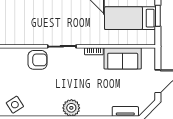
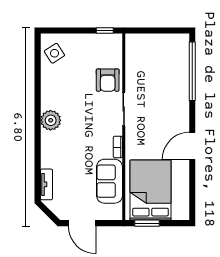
window: (158, 16) -> (147, 223), moved
bed: (130, 18) -> (150, 190), width x1.50

